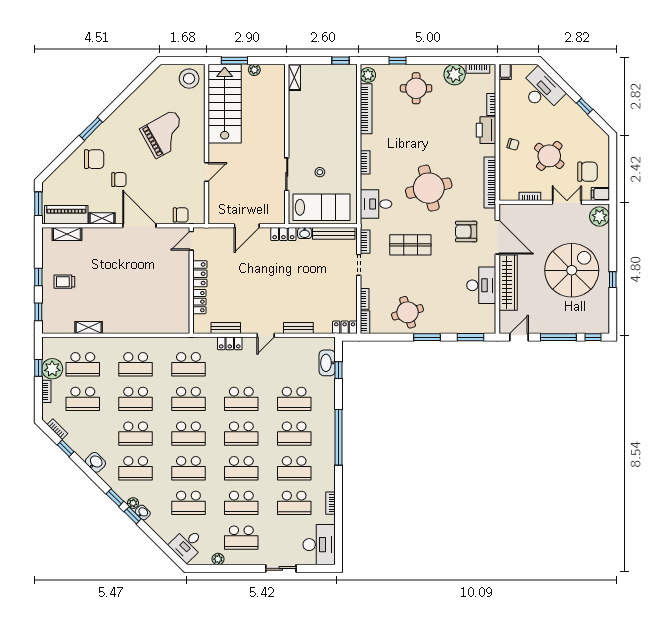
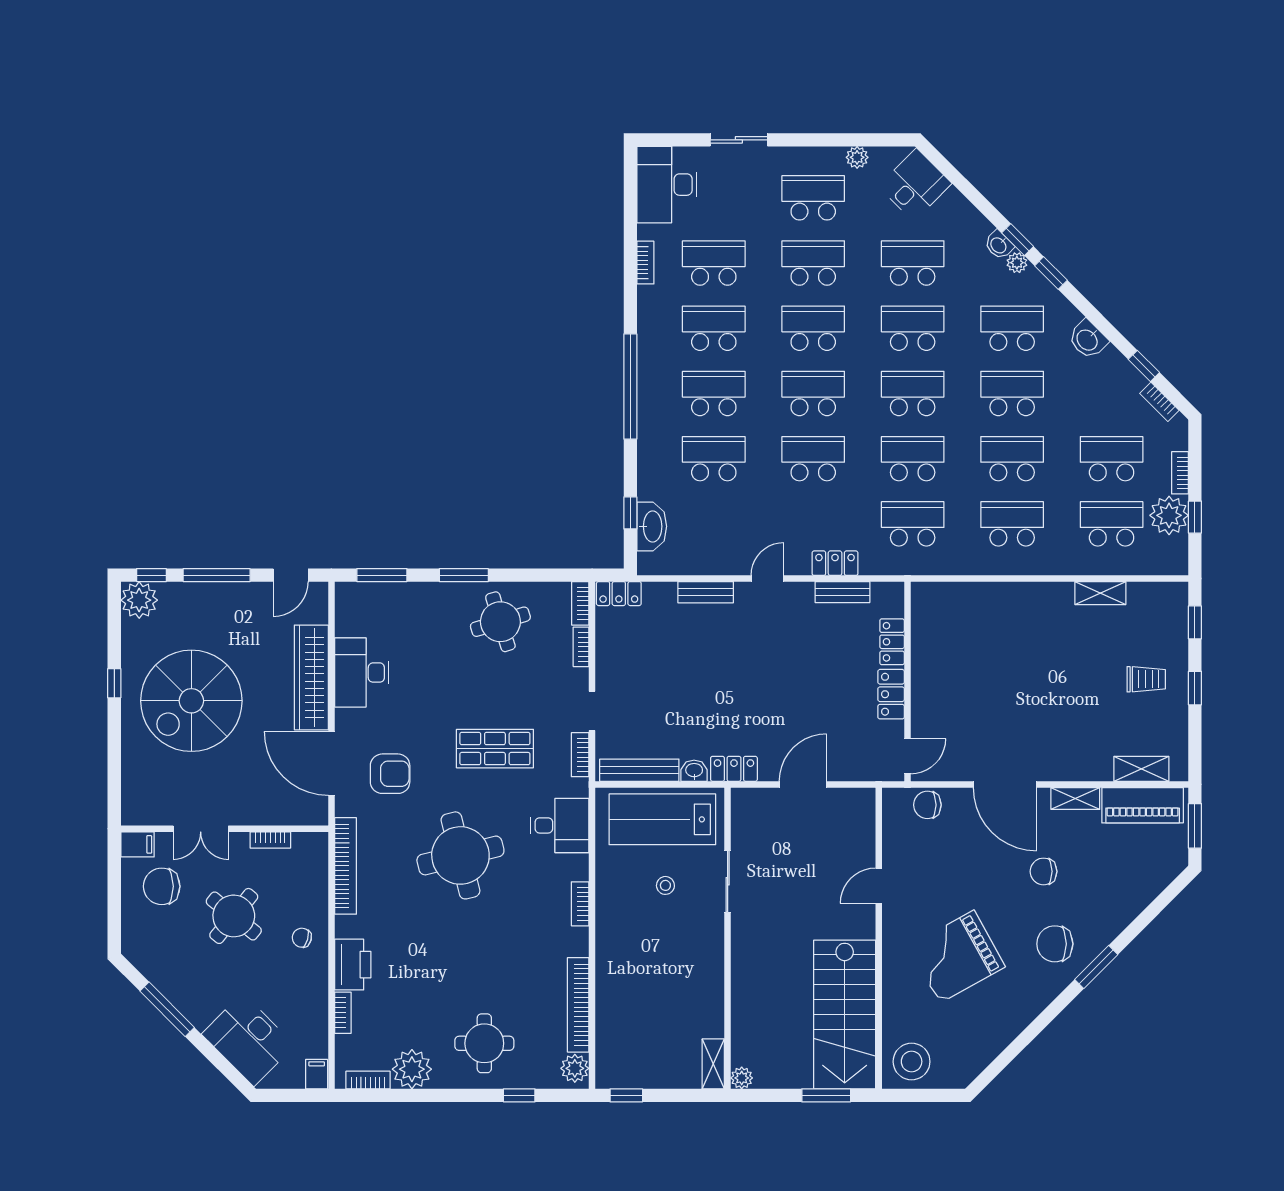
plant: (254, 70) -> (742, 1078), moved
window: (585, 106) -> (167, 1009), width x2.17
chair: (94, 159) -> (1055, 944), moved
plant: (599, 216) -> (139, 600), moved

